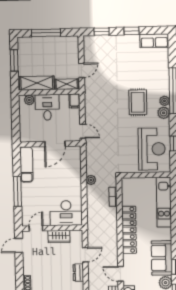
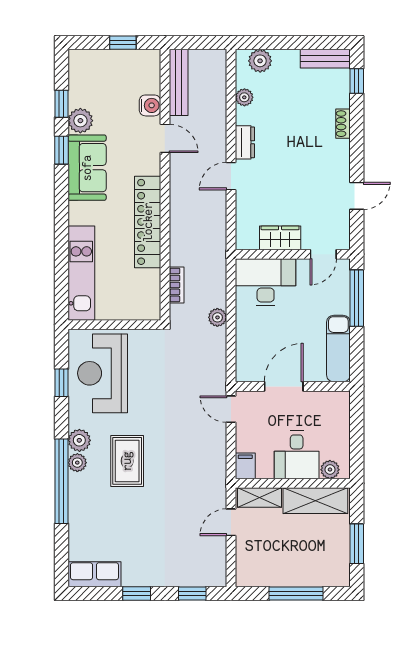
desk: (66, 213) -> (266, 282), moved
door: (36, 228) -> (323, 254), moved
wall: (52, 228) -> (293, 254), moved
wardrobe: (59, 237) -> (280, 238), moved

